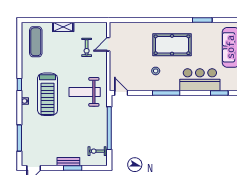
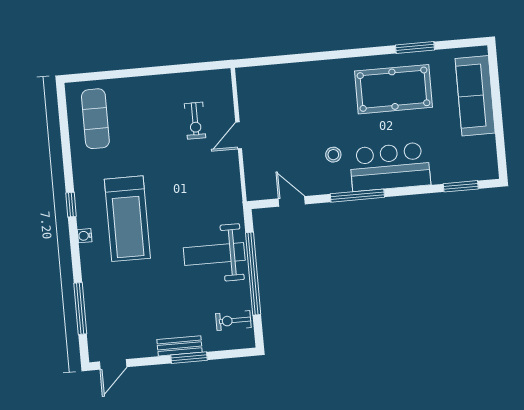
shelving: (63, 27) -> (146, 85), removed
door: (108, 44) -> (239, 135), moved
pool table: (172, 45) -> (393, 89), moved
bar counter: (200, 80) -> (390, 167), moved
weight bench: (85, 92) -> (214, 254), moved
door: (121, 93) -> (292, 201), moved

